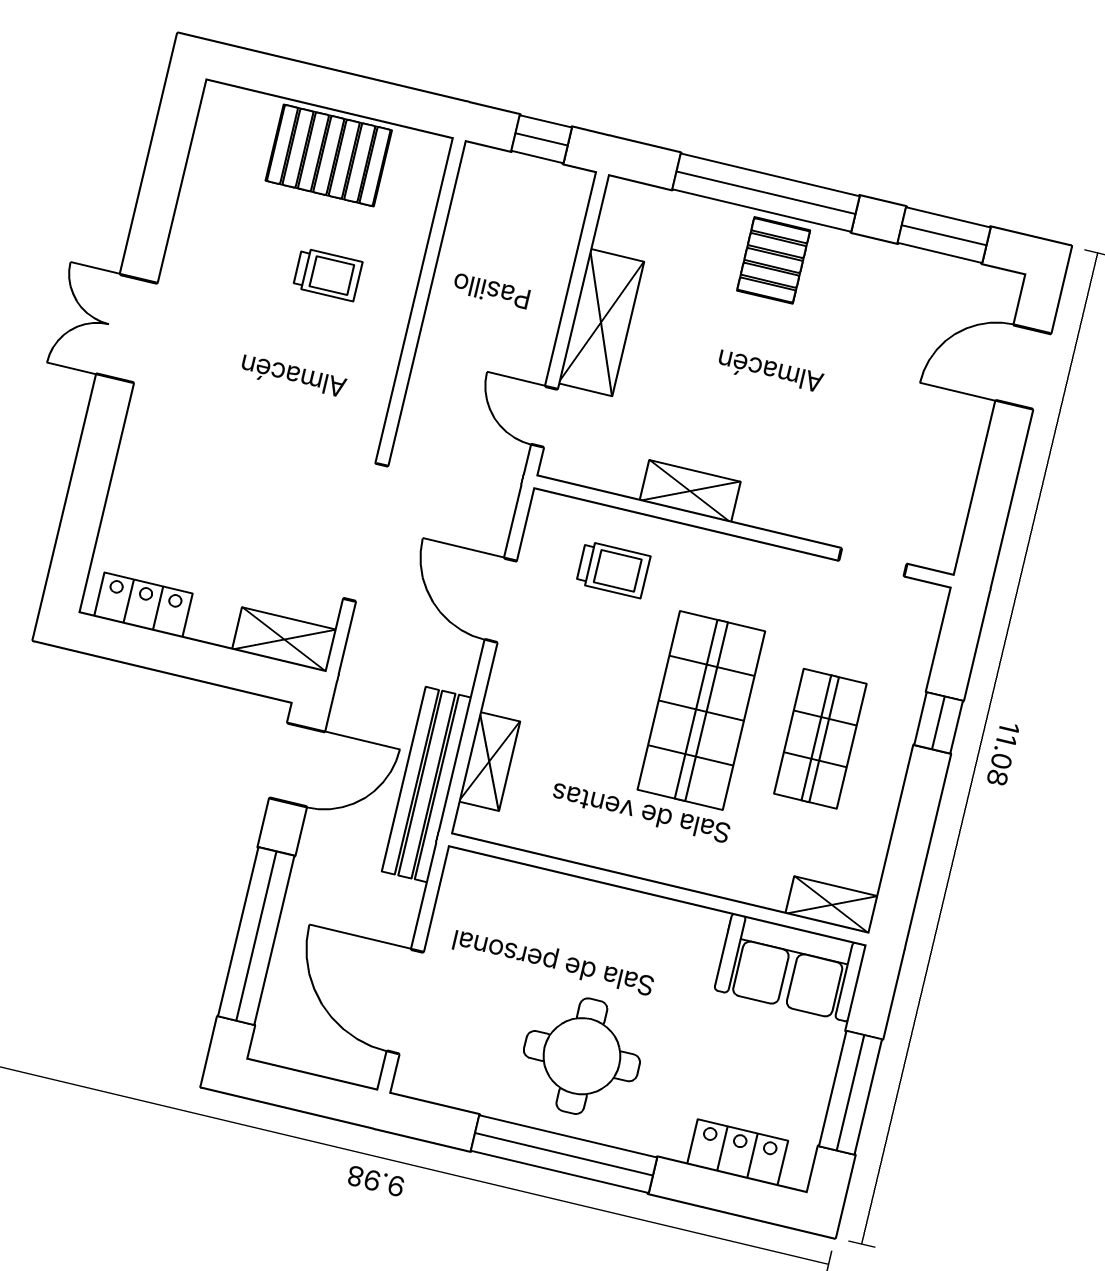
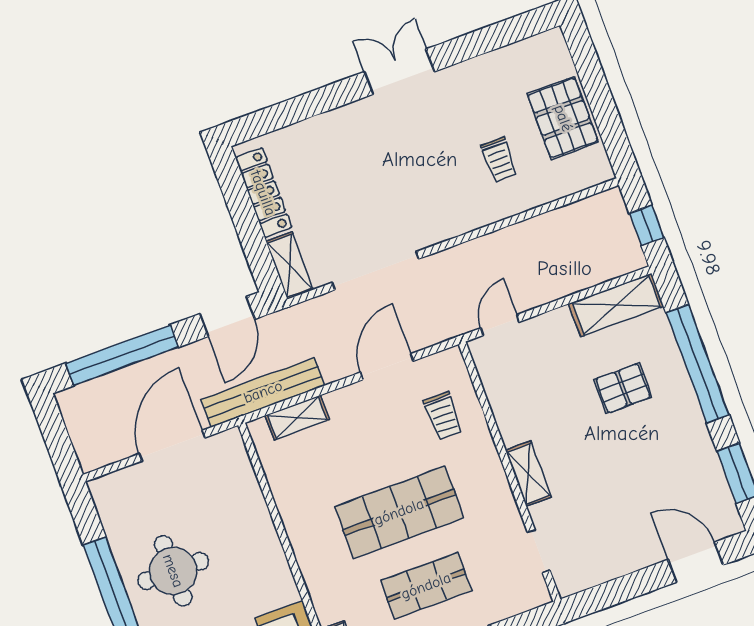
pallet: (774, 260) -> (623, 388), moved
shelving: (601, 322) -> (616, 305), moved
shelving: (690, 491) -> (528, 474), moved
locker: (143, 605) -> (263, 193), width x1.53
door: (297, 765) -> (227, 316), hinge flipped
door: (405, 1002) -> (172, 446), moved

